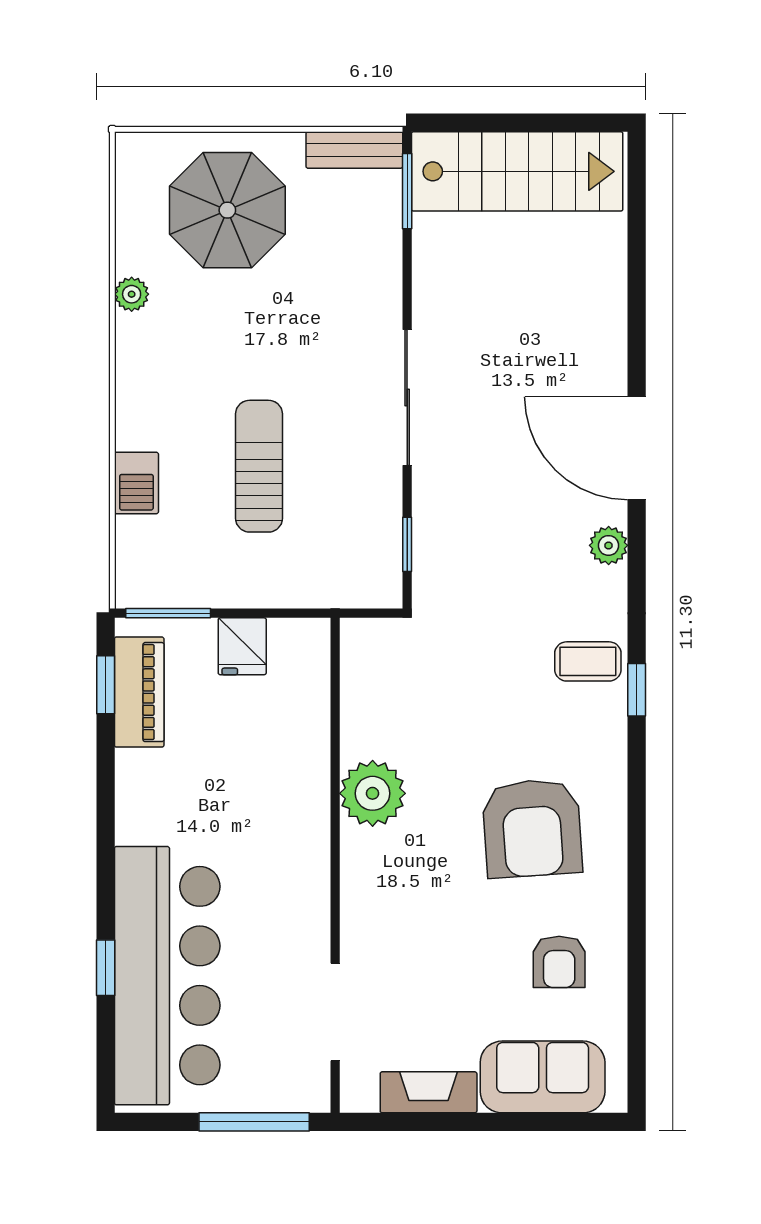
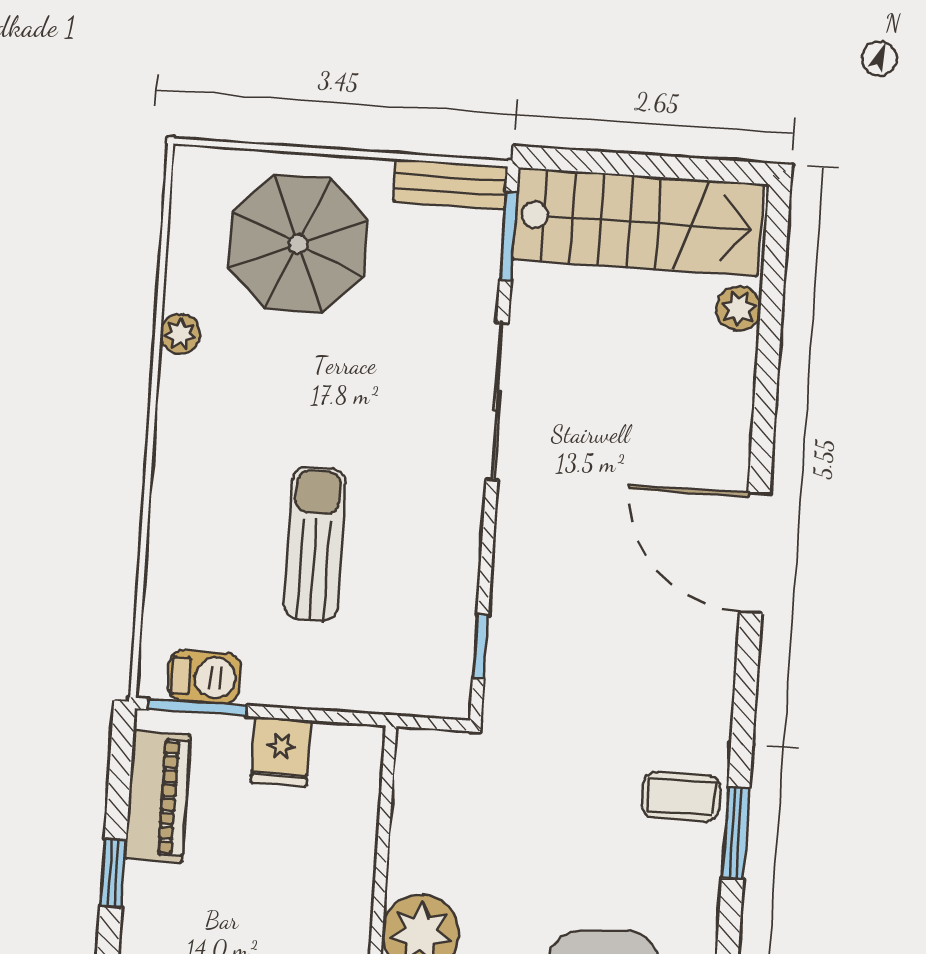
sliding door: (407, 398) -> (497, 401), moved
barbecue: (136, 483) -> (204, 677), moved, turned -90
plant: (609, 545) -> (739, 308), moved
window: (106, 685) -> (113, 873), moved
window: (637, 690) -> (736, 833), width x1.50

